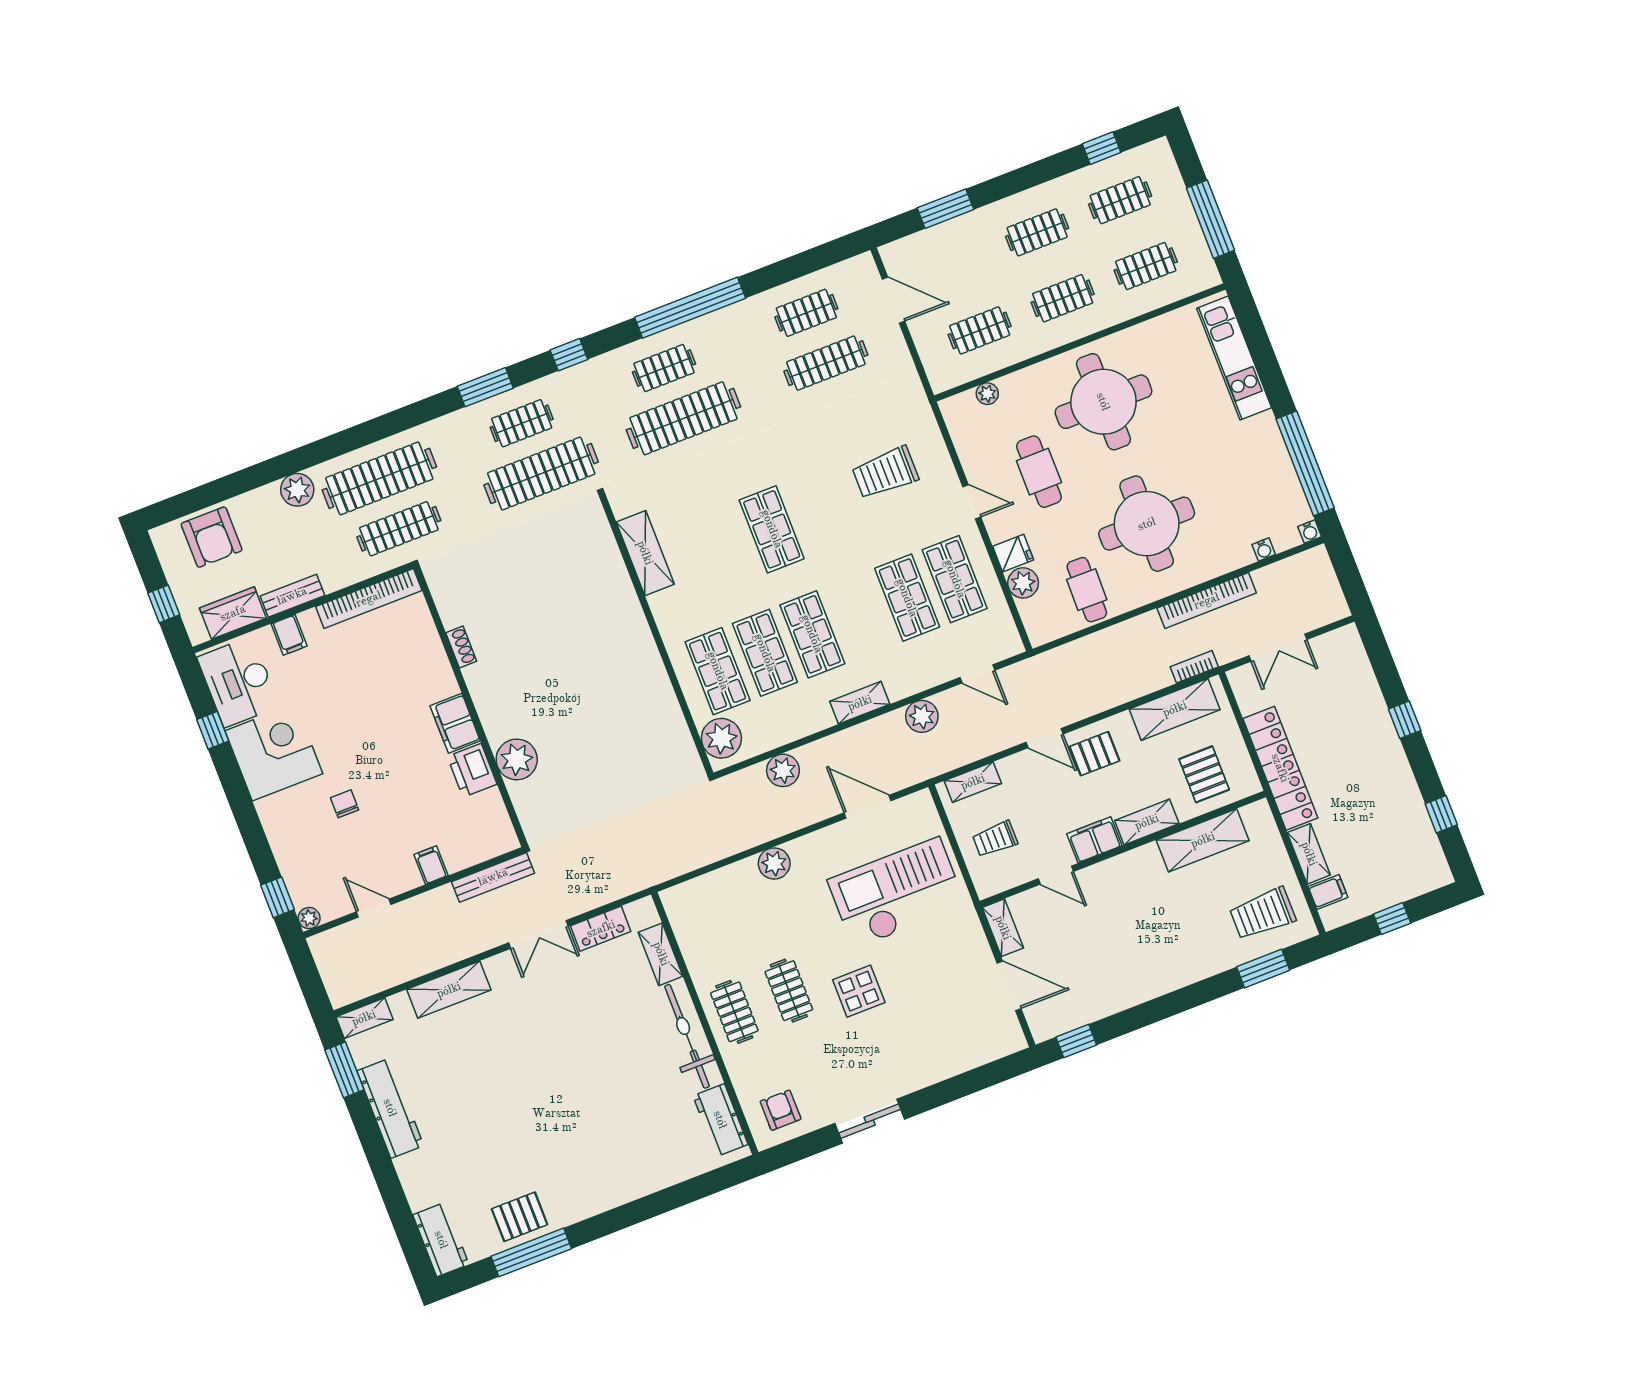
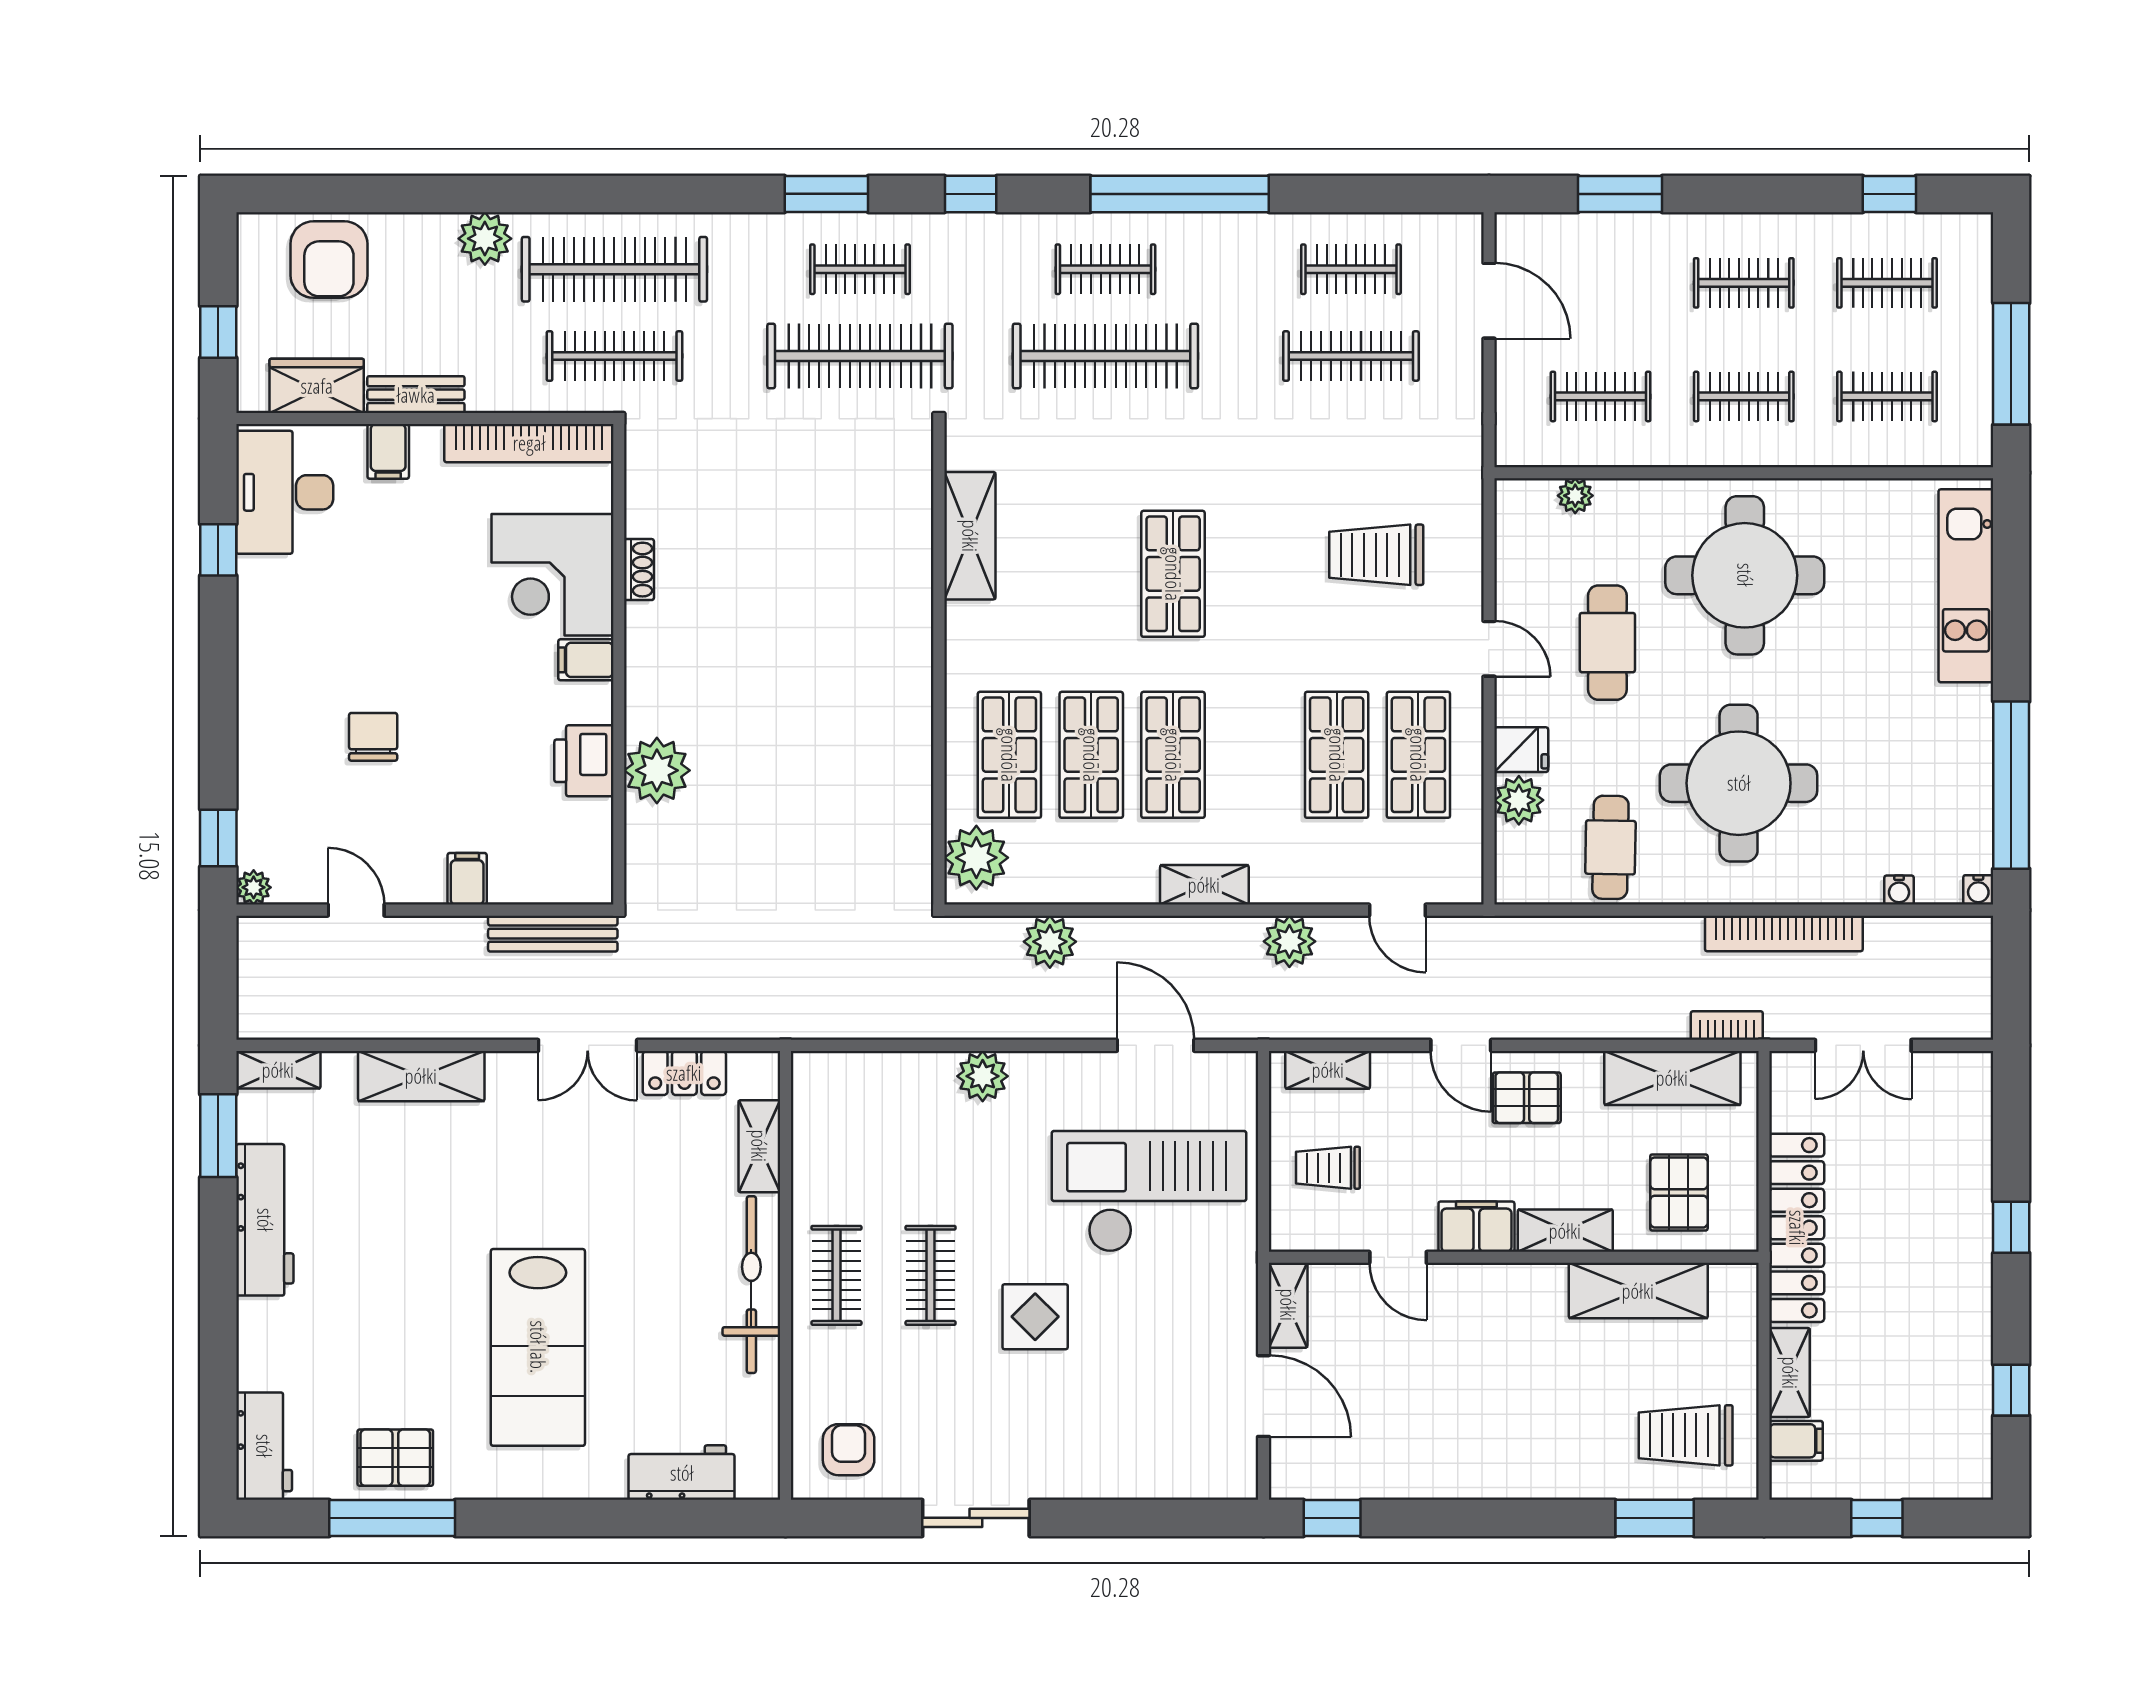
filing cabinet: (455, 723) -> (586, 660), width x0.50
corner desk: (274, 752) -> (552, 575), moved, turned 180
chair: (345, 804) -> (373, 737), width x1.37, depth x1.37
workbench: (720, 1120) -> (682, 1473), moved, turned 90
lab bench: (577, 1121) -> (538, 1347), added

